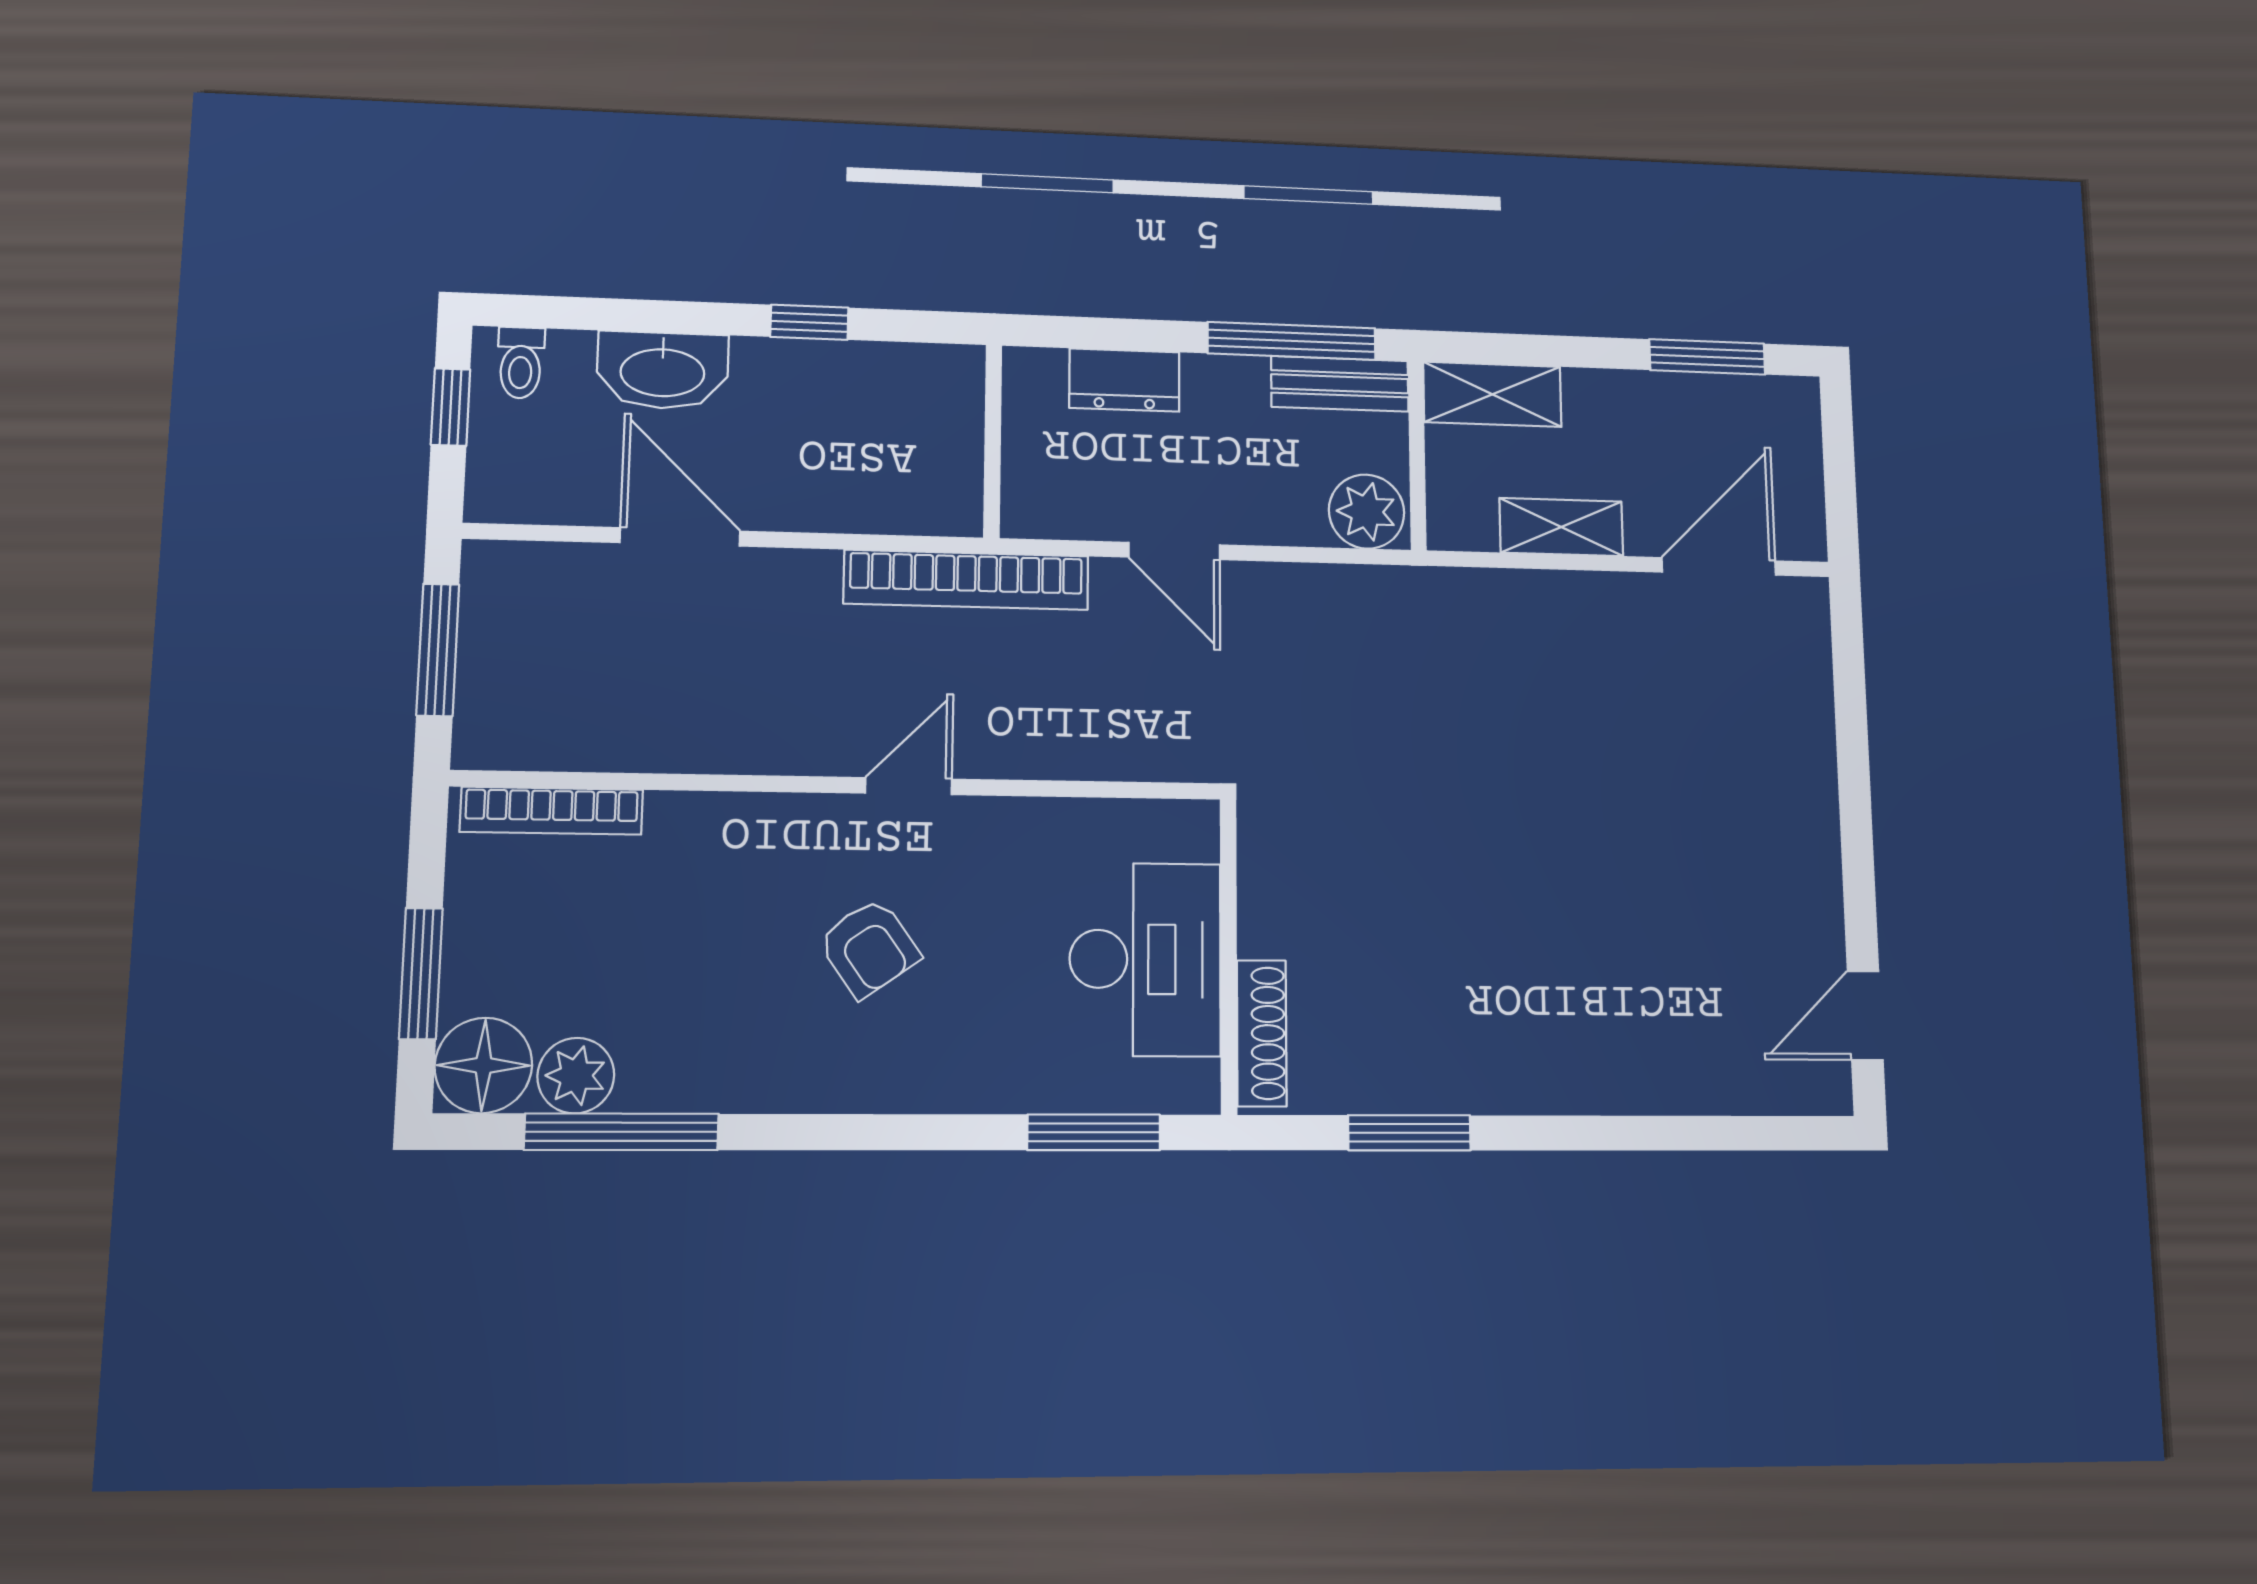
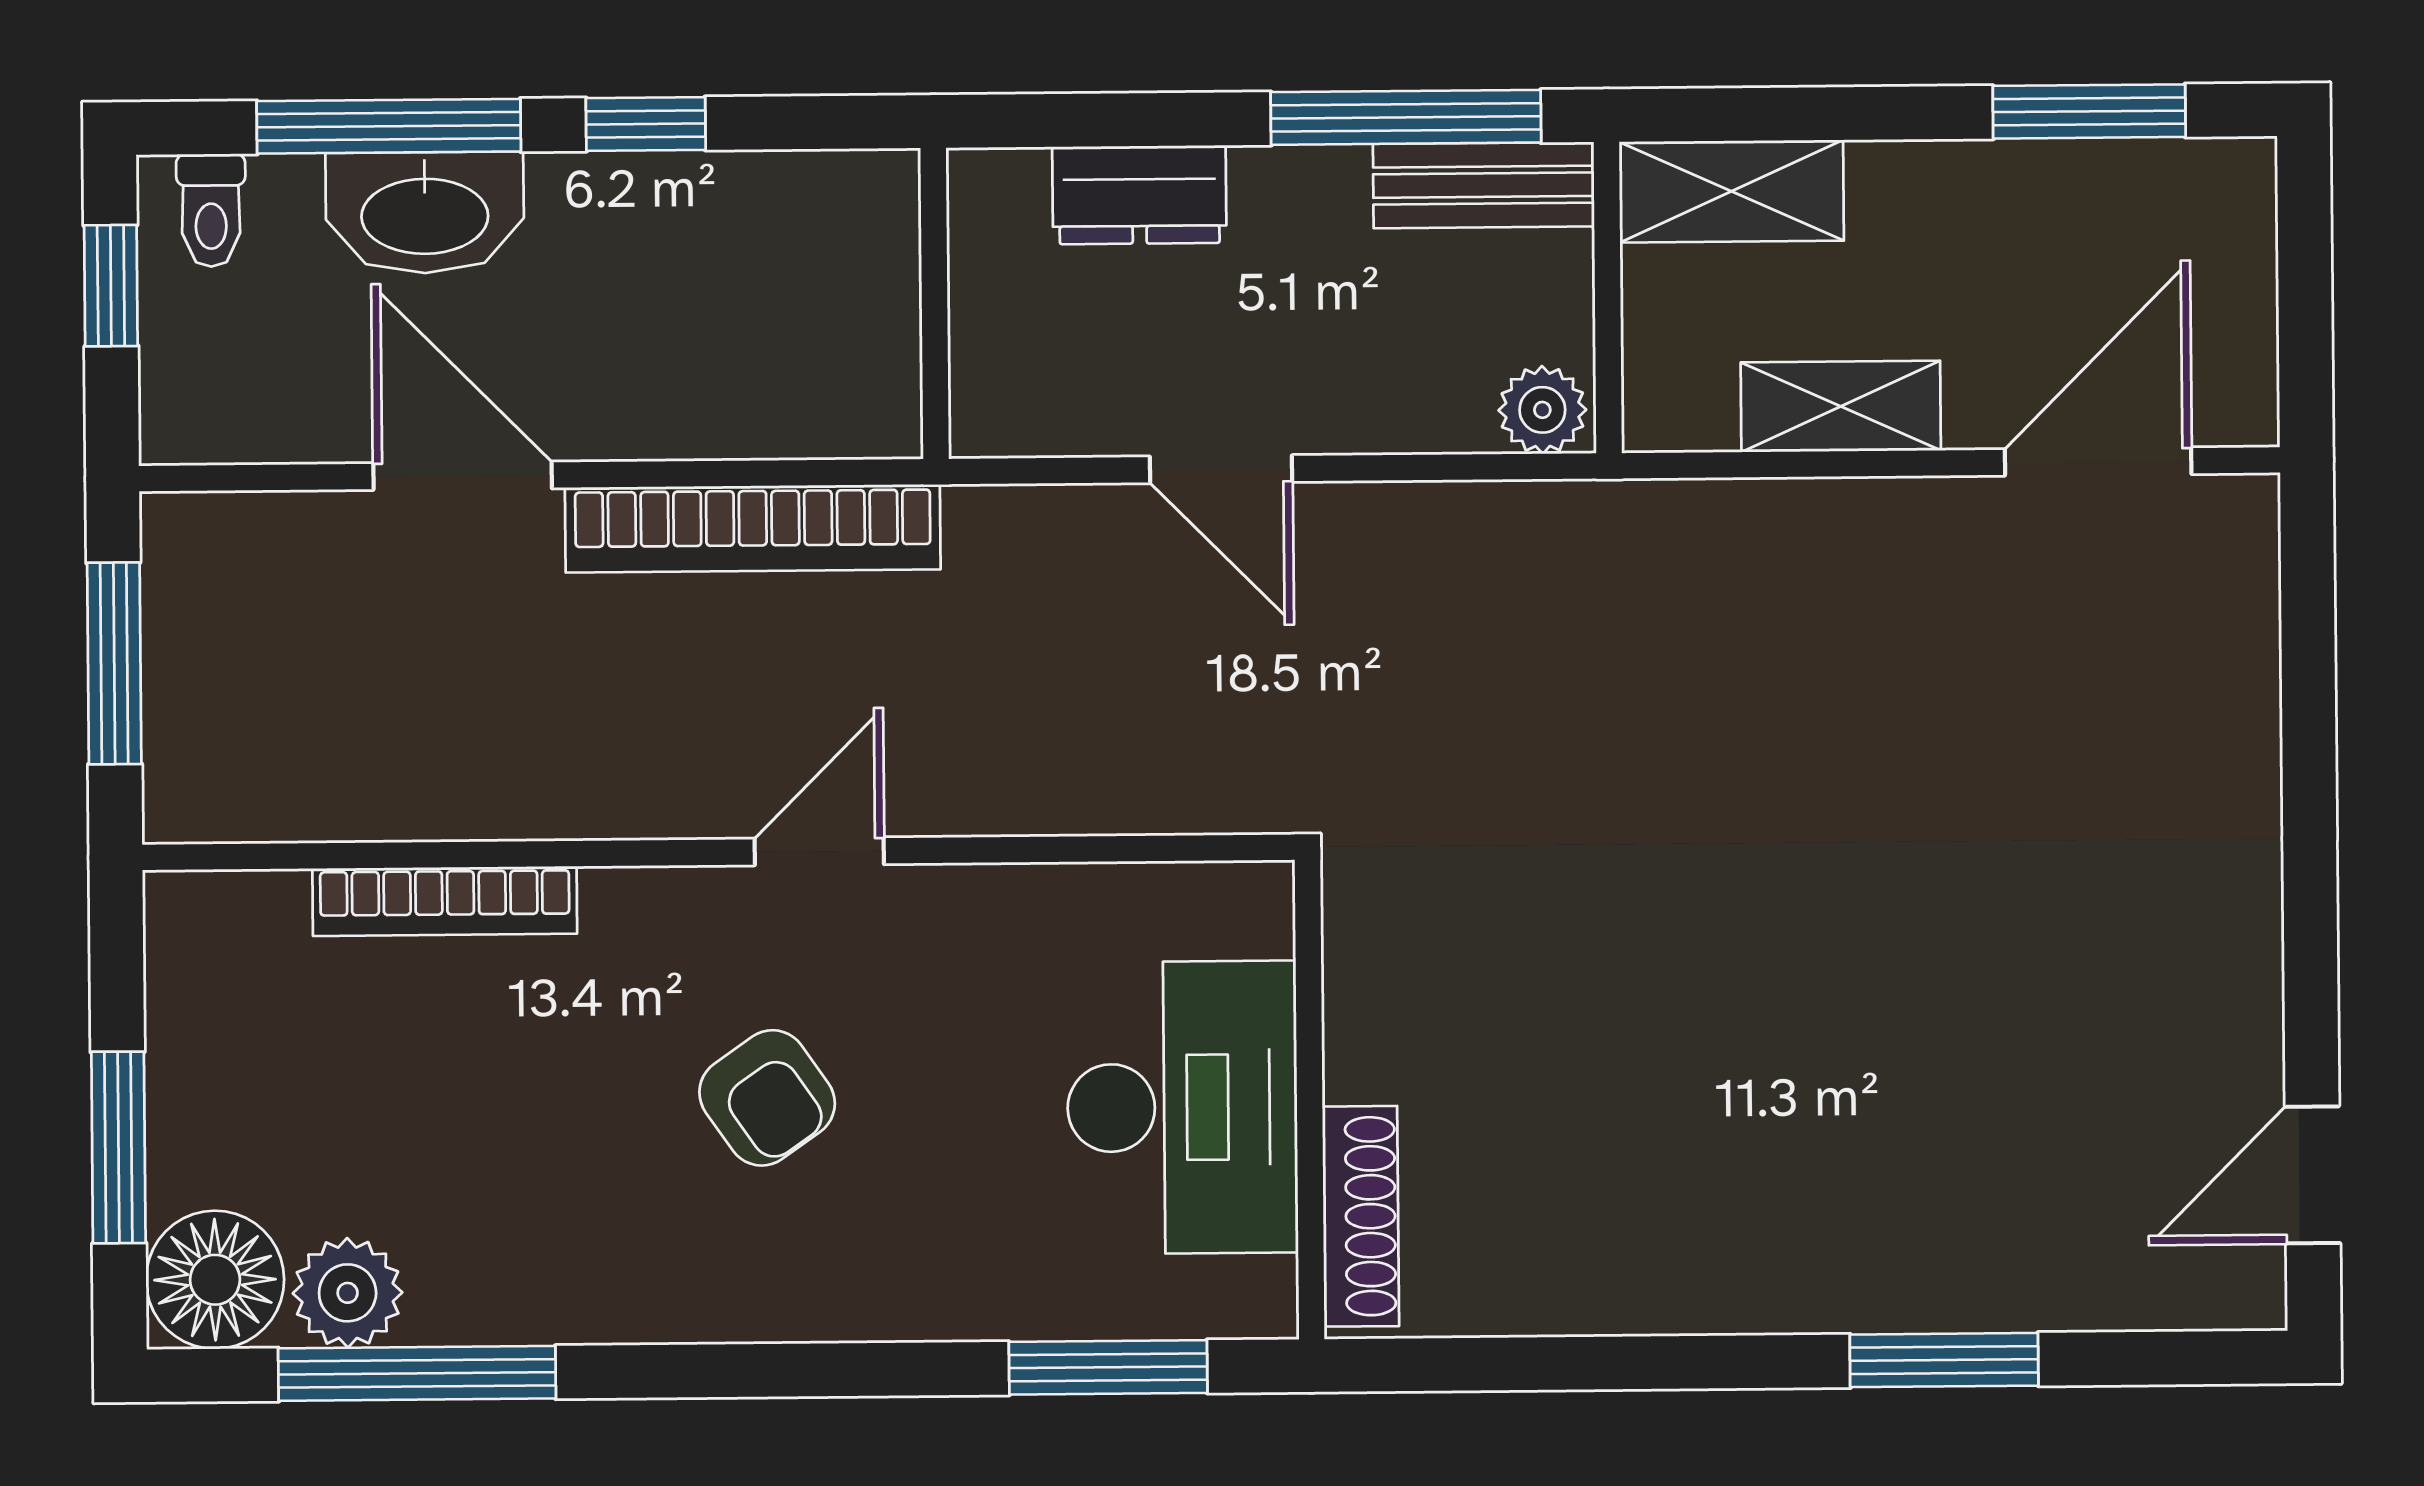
window: (641, 316) -> (389, 126), added
plant: (1367, 512) -> (1542, 410), width x0.73, depth x0.73
bookcase: (966, 580) -> (753, 528), moved
bookcase: (552, 811) -> (445, 901), moved
window: (1409, 1133) -> (1944, 1360), moved

